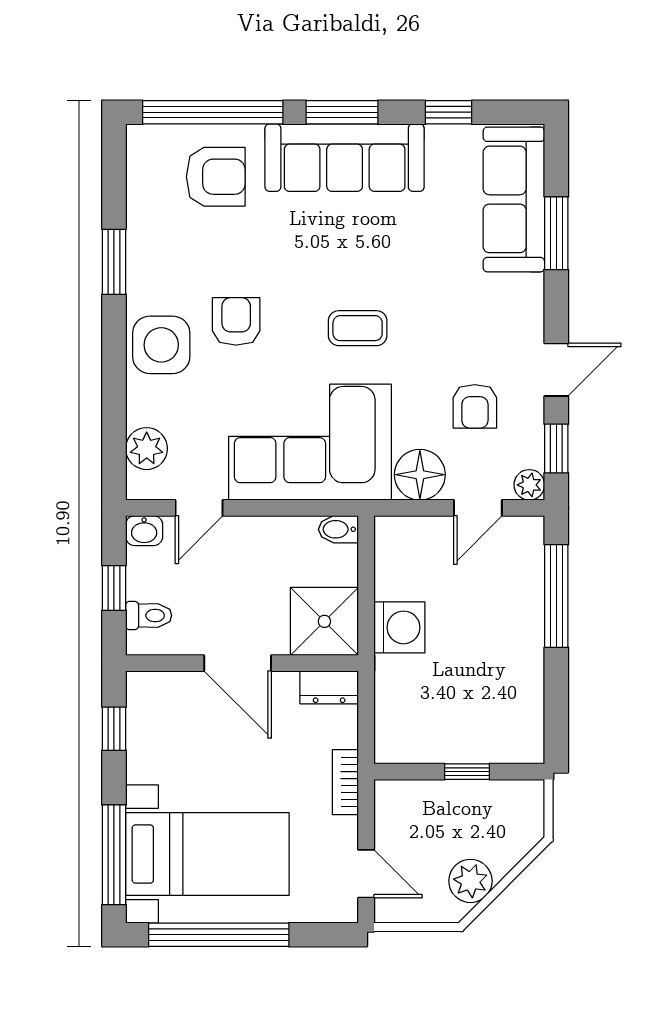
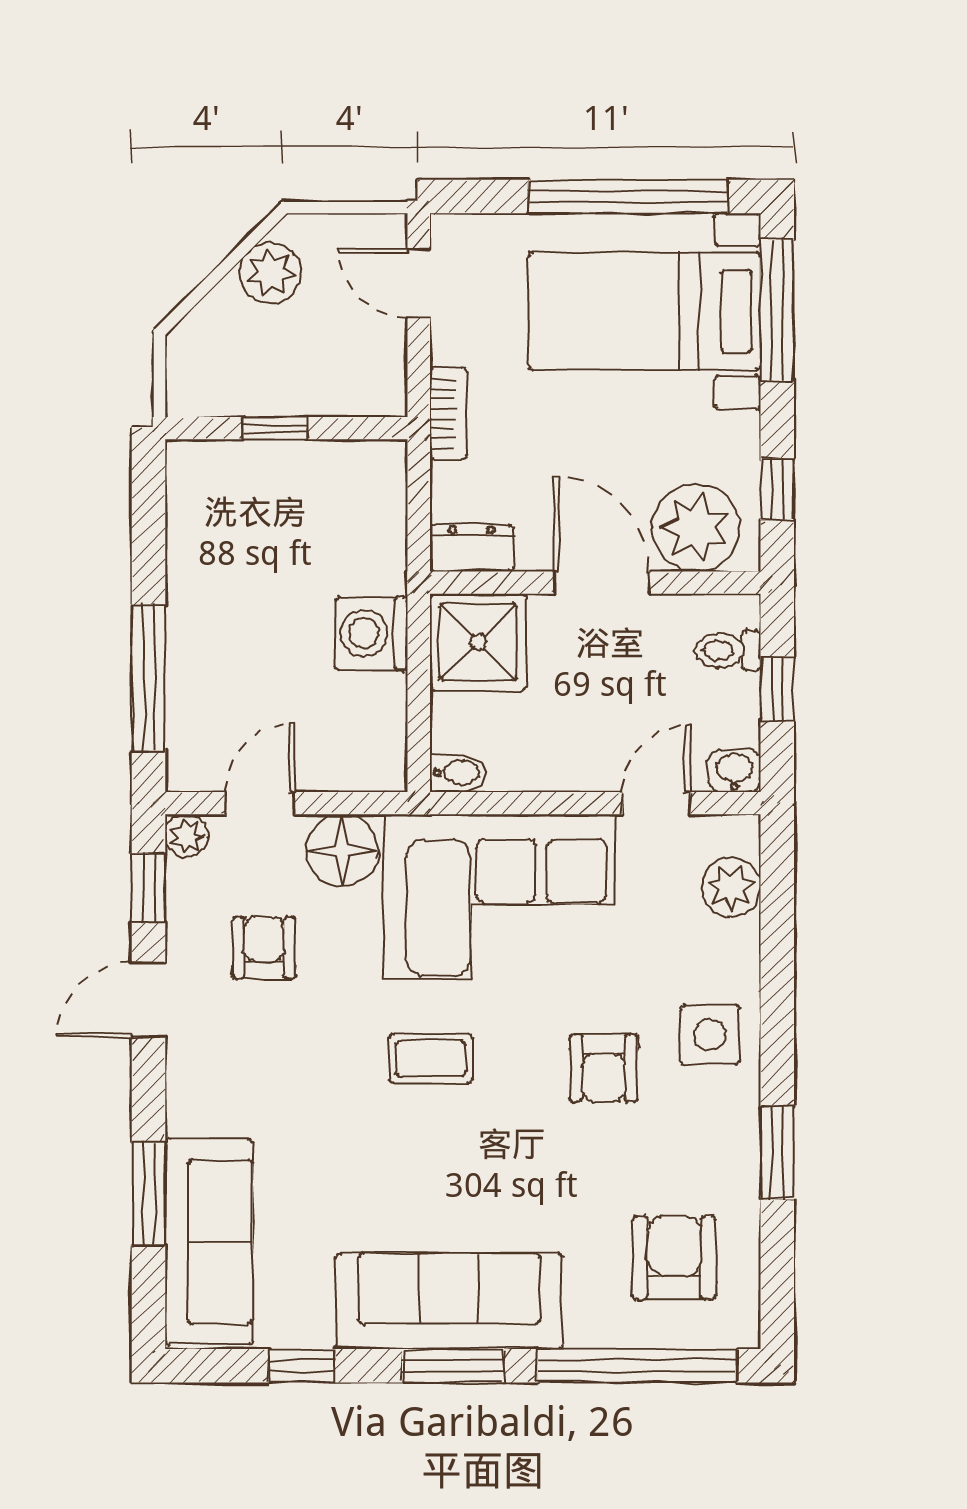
armchair: (216, 177) -> (674, 1258), moved, turned 90
side table: (161, 345) -> (710, 1035), width x0.73, depth x0.73
plant: (171, 702) -> (696, 528), added

